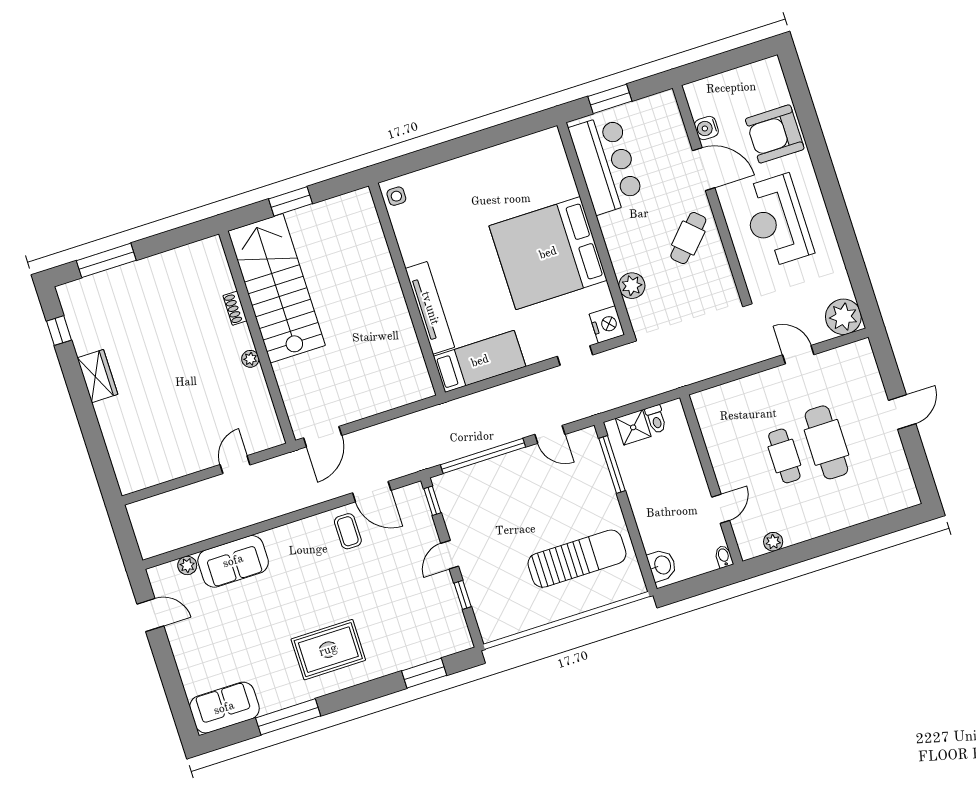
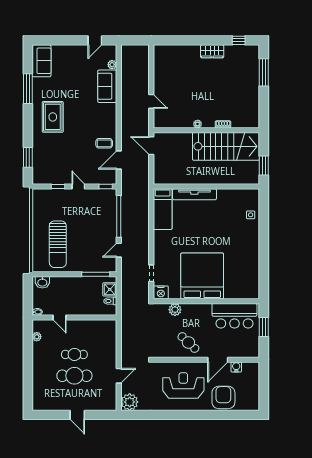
wall: (407, 289) -> (206, 187), moved
tv unit: (430, 308) -> (194, 194), moved
bed: (480, 361) -> (163, 209), moved

